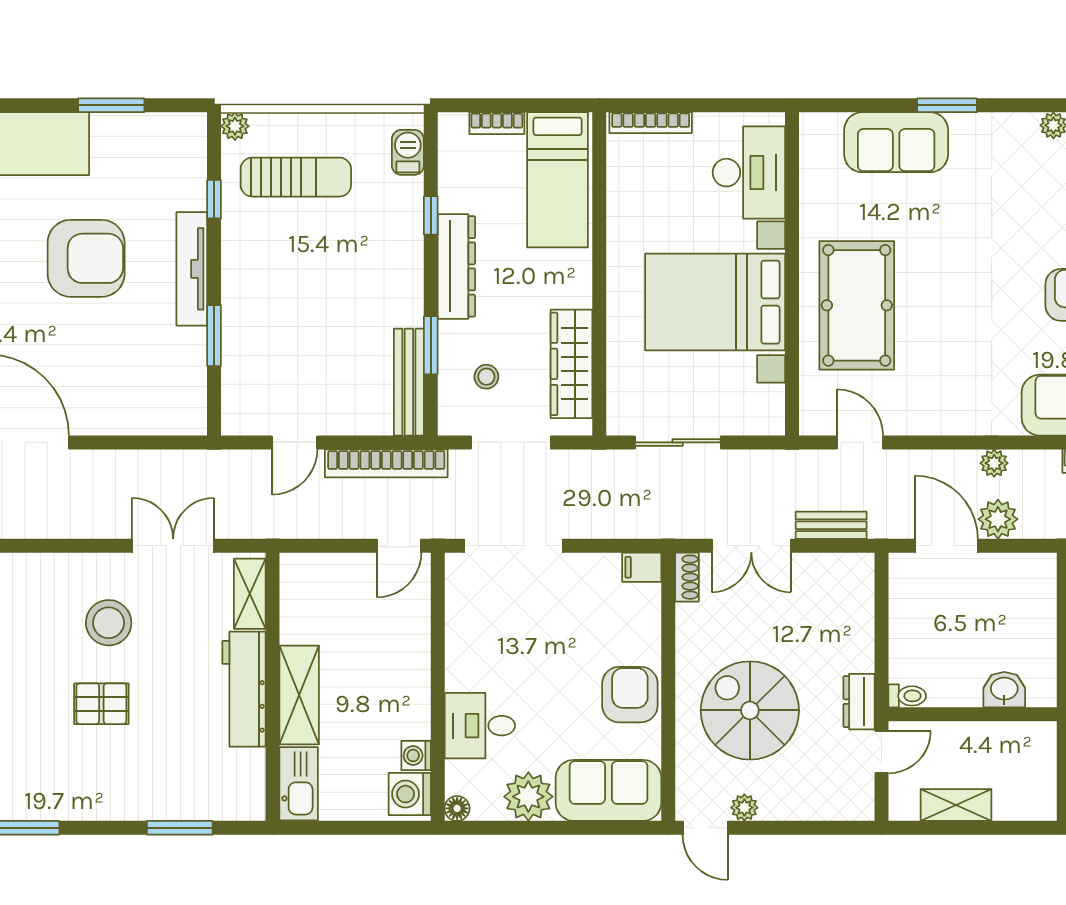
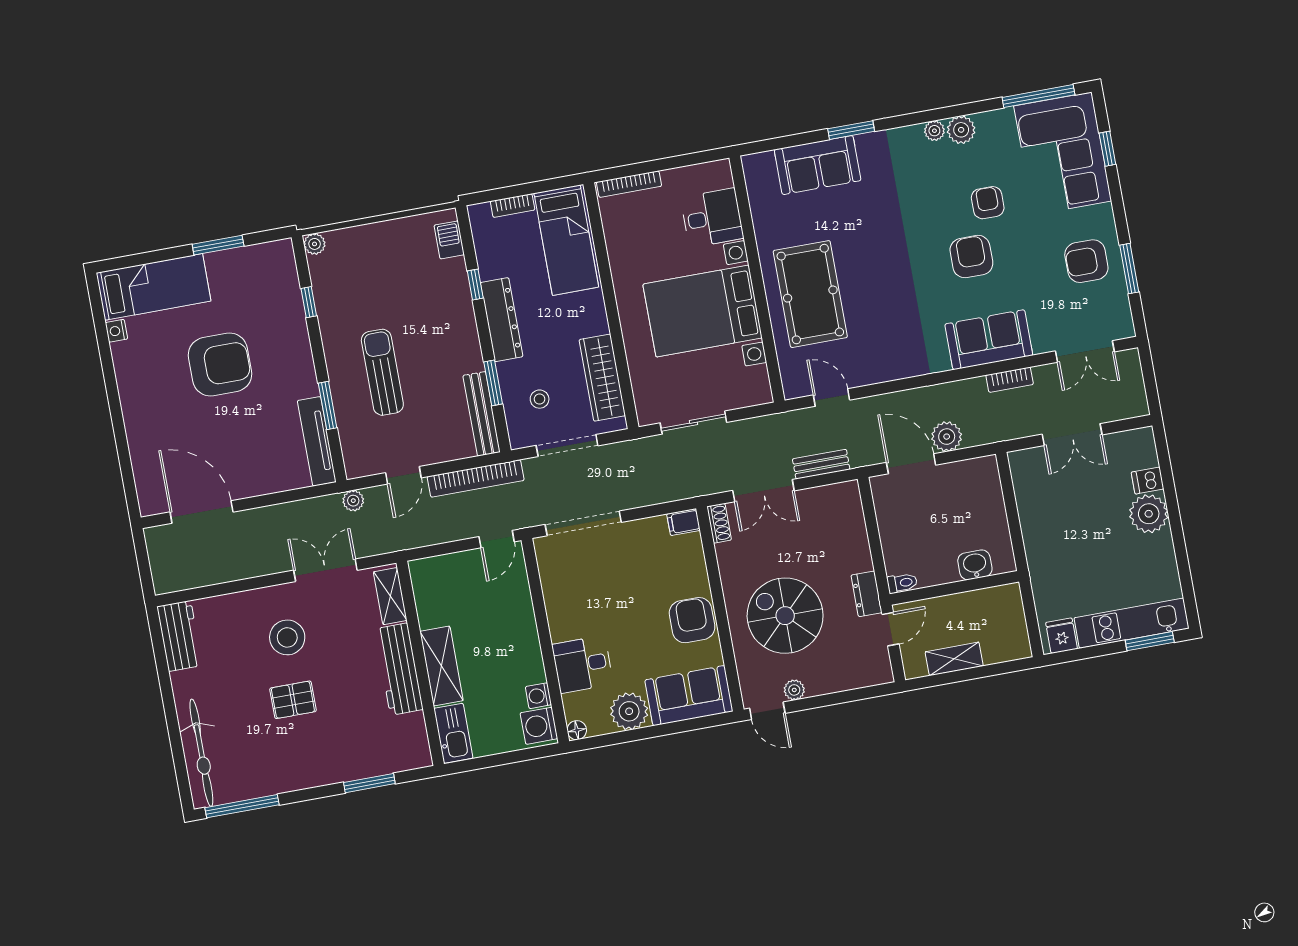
desk: (749, 173) -> (712, 218), width x0.73
sun lounger: (296, 177) -> (382, 372), moved, turned -90
tv unit: (192, 269) -> (317, 441), moved
plant: (994, 463) -> (353, 501), moved

